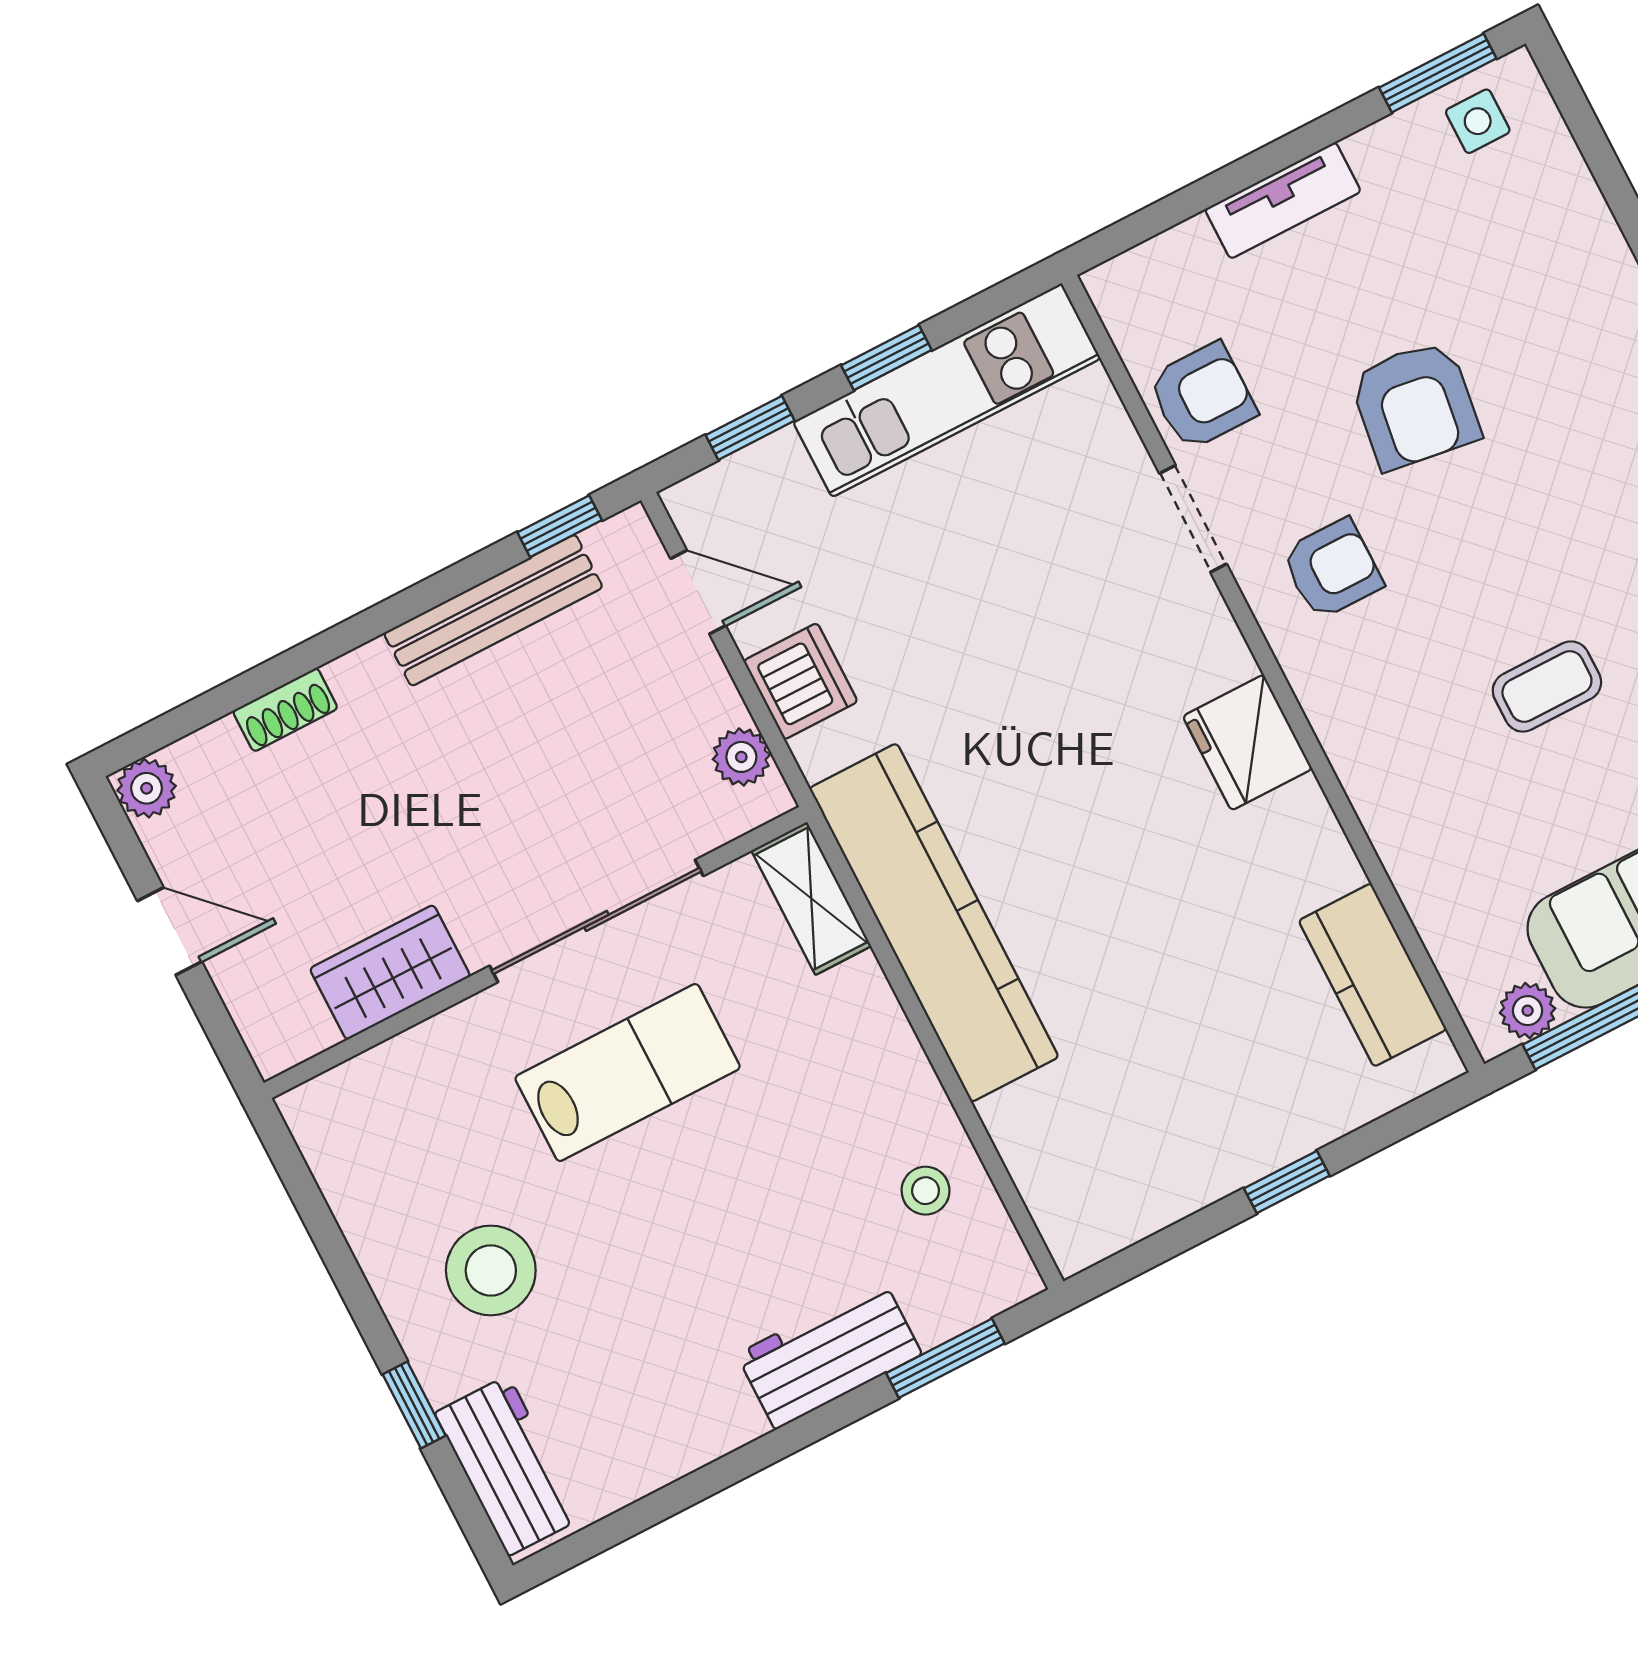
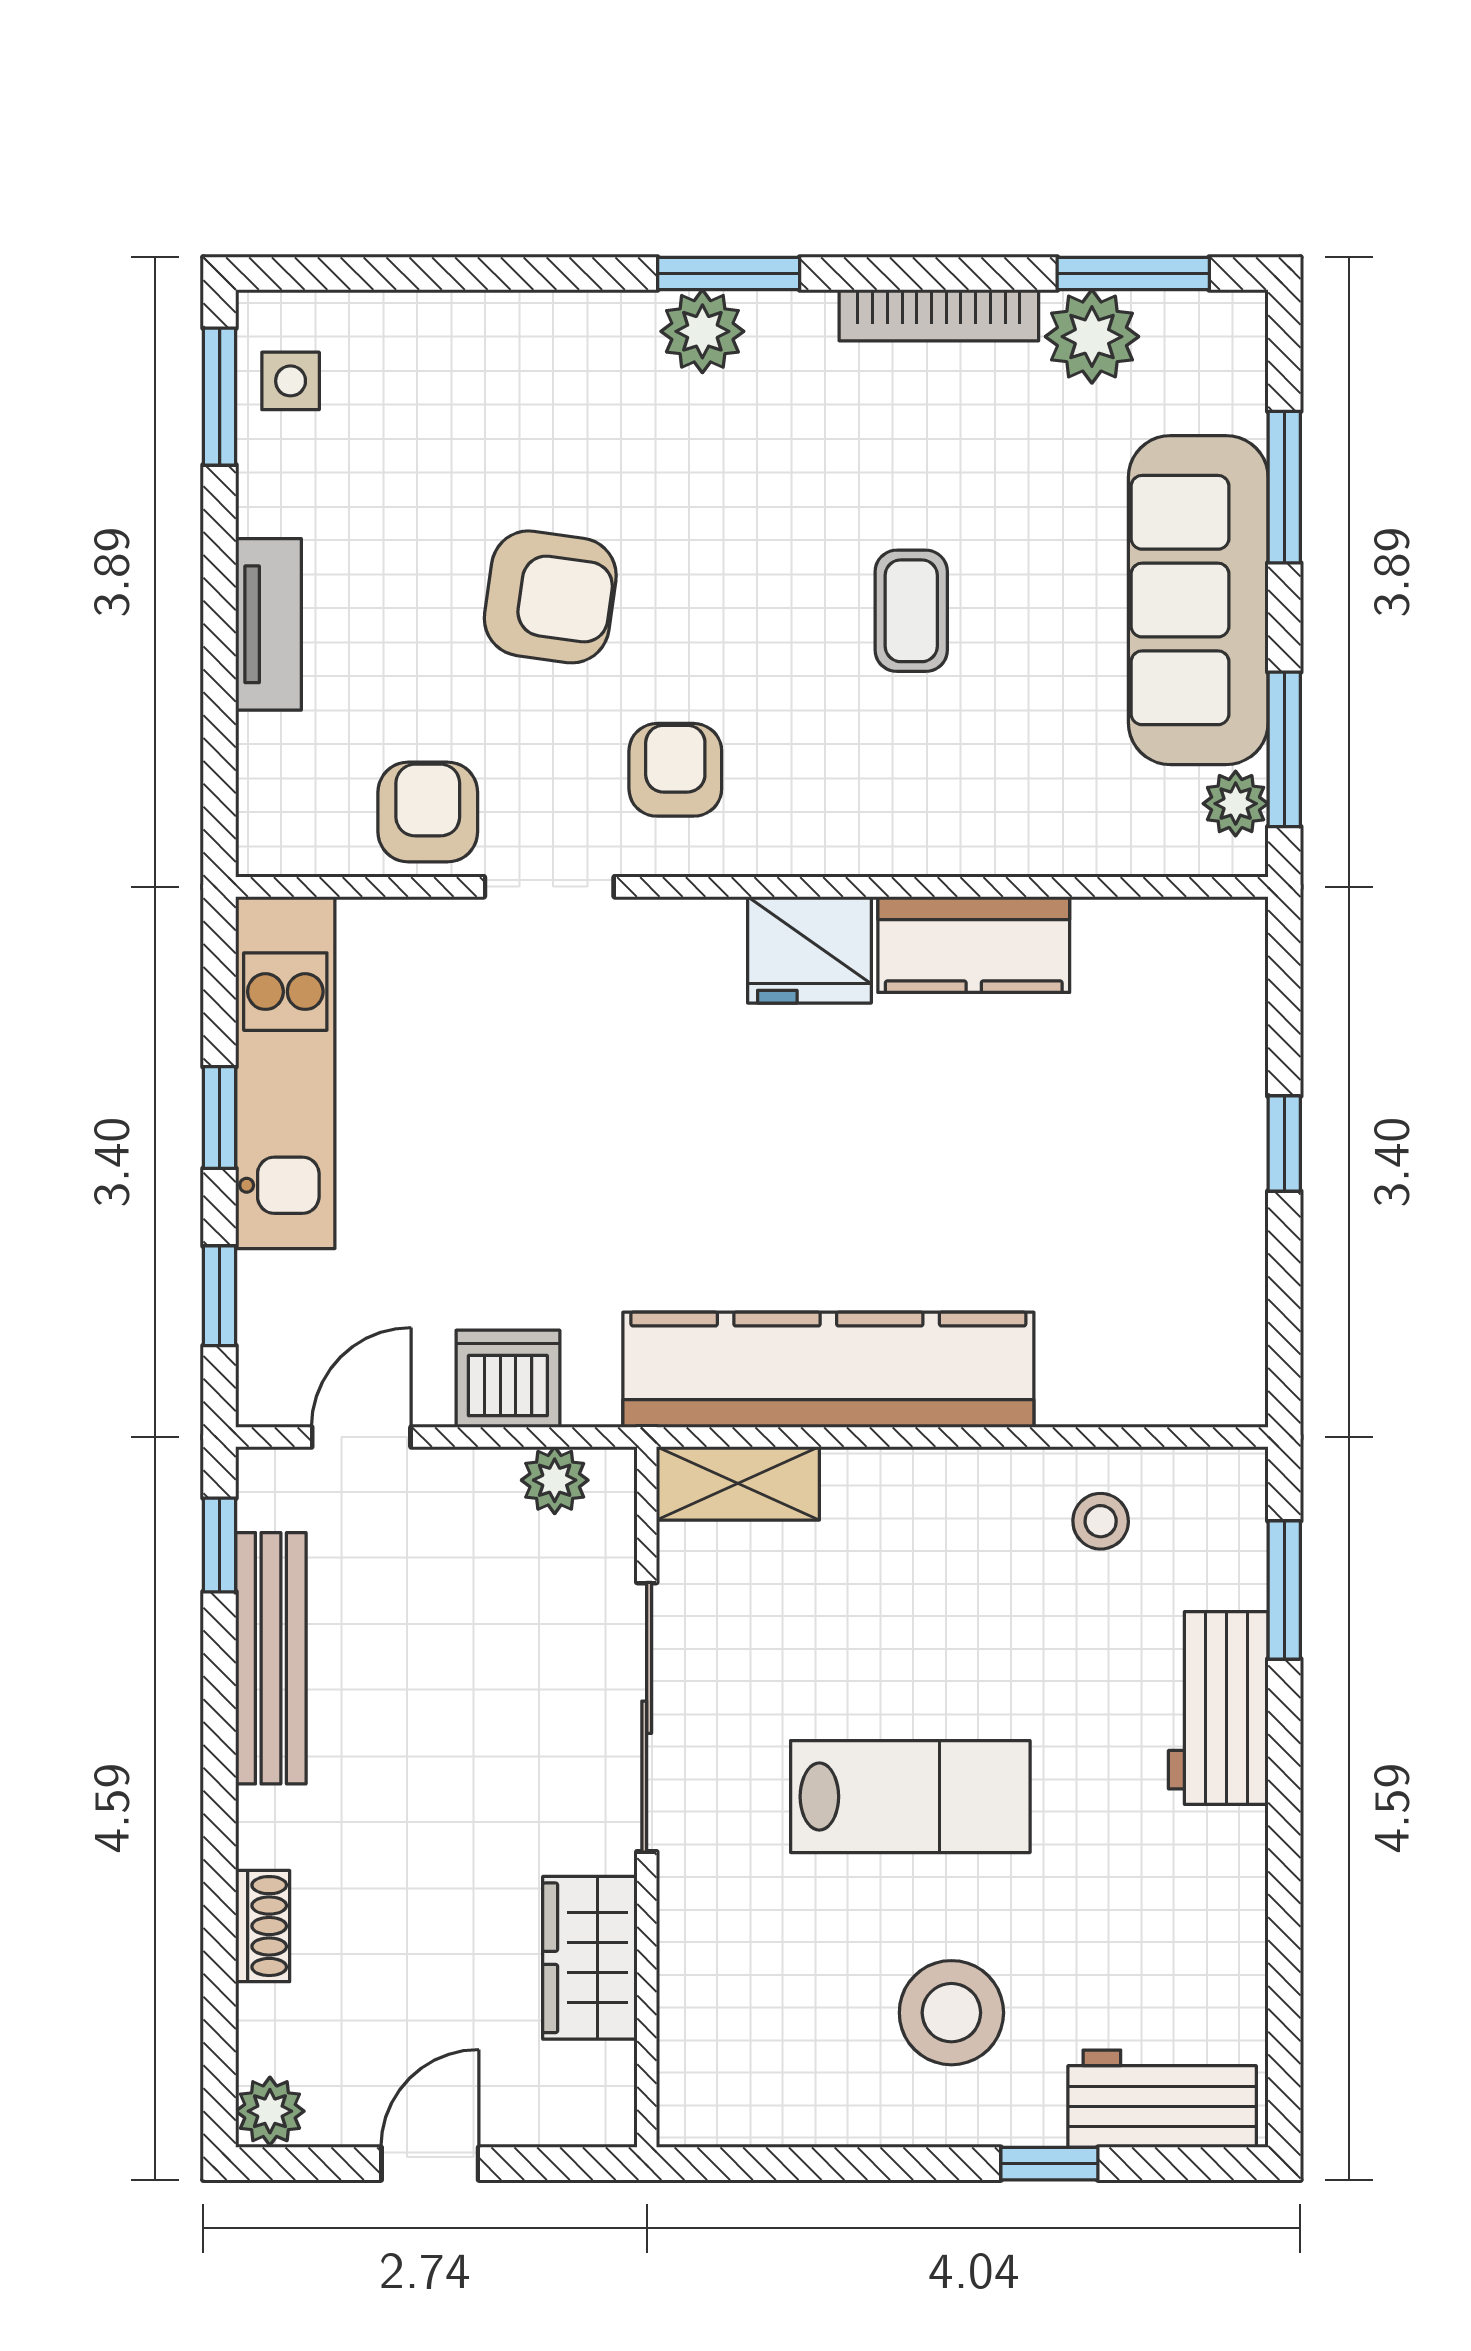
kitchen counter: (1373, 975) -> (974, 945), moved
lab bench: (628, 1073) -> (910, 1797), moved, turned 90

